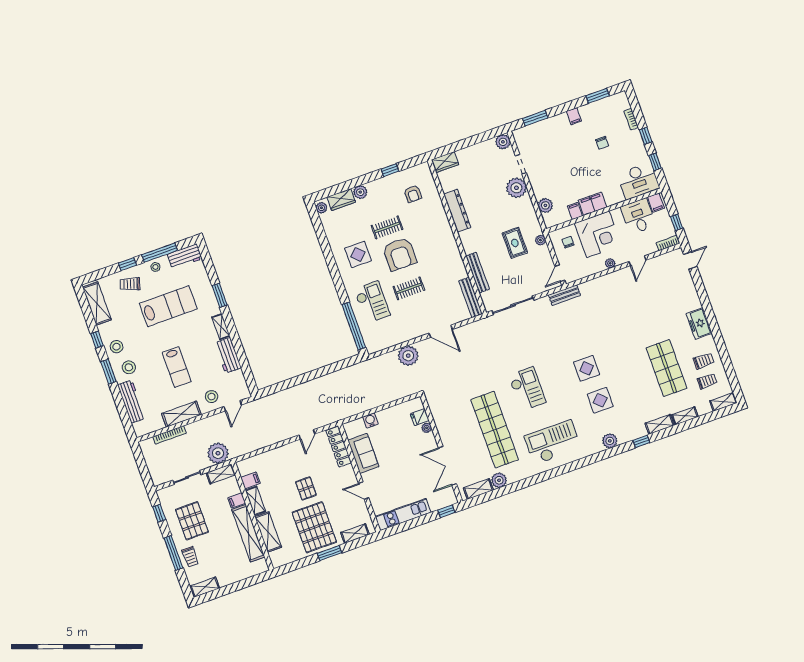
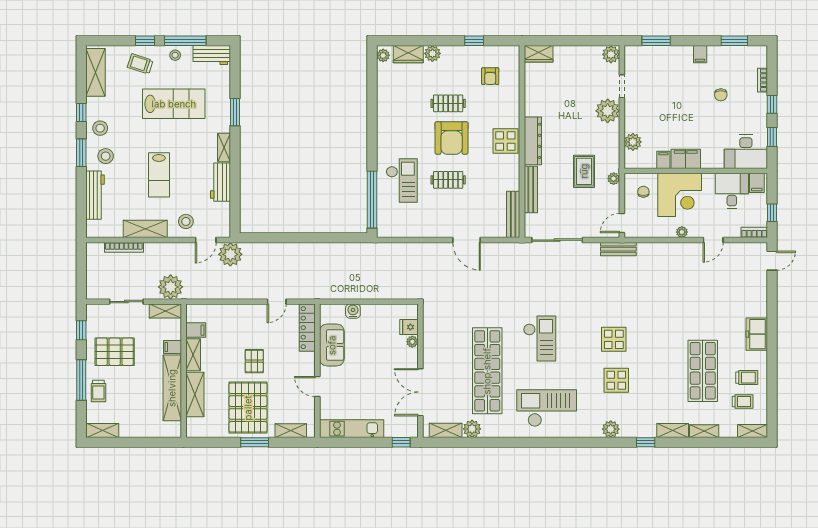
dresser: (457, 211) -> (533, 141), moved
display table: (358, 254) -> (505, 141), moved
plant: (408, 356) -> (230, 254), moved
pallet: (192, 521) -> (115, 352), turned 90

